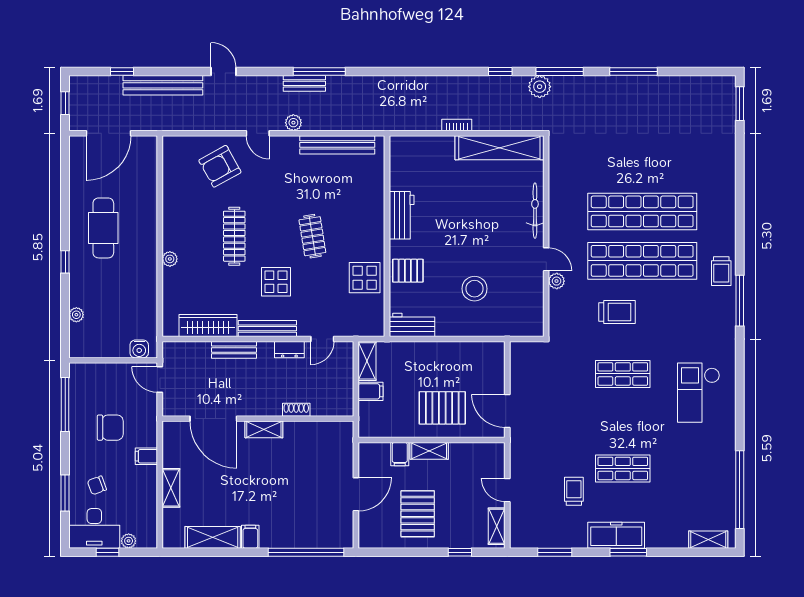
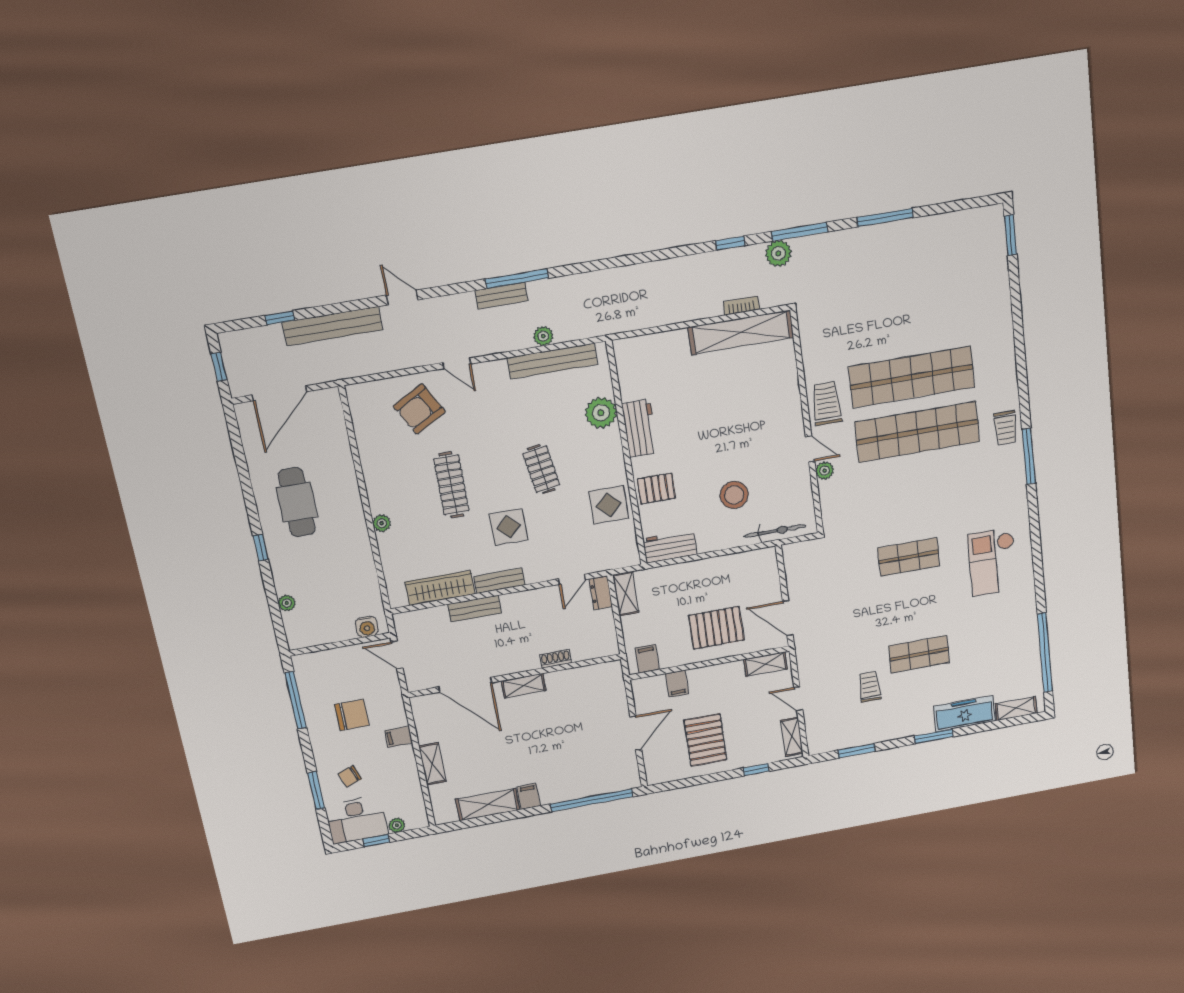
plant: (293, 123) -> (543, 336), moved
bookcase: (457, 125) -> (741, 306), moved
plant: (371, 196) -> (601, 413), added
bicycle: (535, 211) -> (775, 531), moved, turned 90
trolley: (617, 312) -> (827, 404), moved, turned -90
bench: (267, 329) -> (499, 581), width x0.73
dresser: (289, 350) -> (601, 593), moved, turned 90
filing cabinet: (371, 391) -> (647, 659), moved, turned -90
shelving: (429, 451) -> (766, 664), moved
freezer: (616, 535) -> (964, 714), moved

